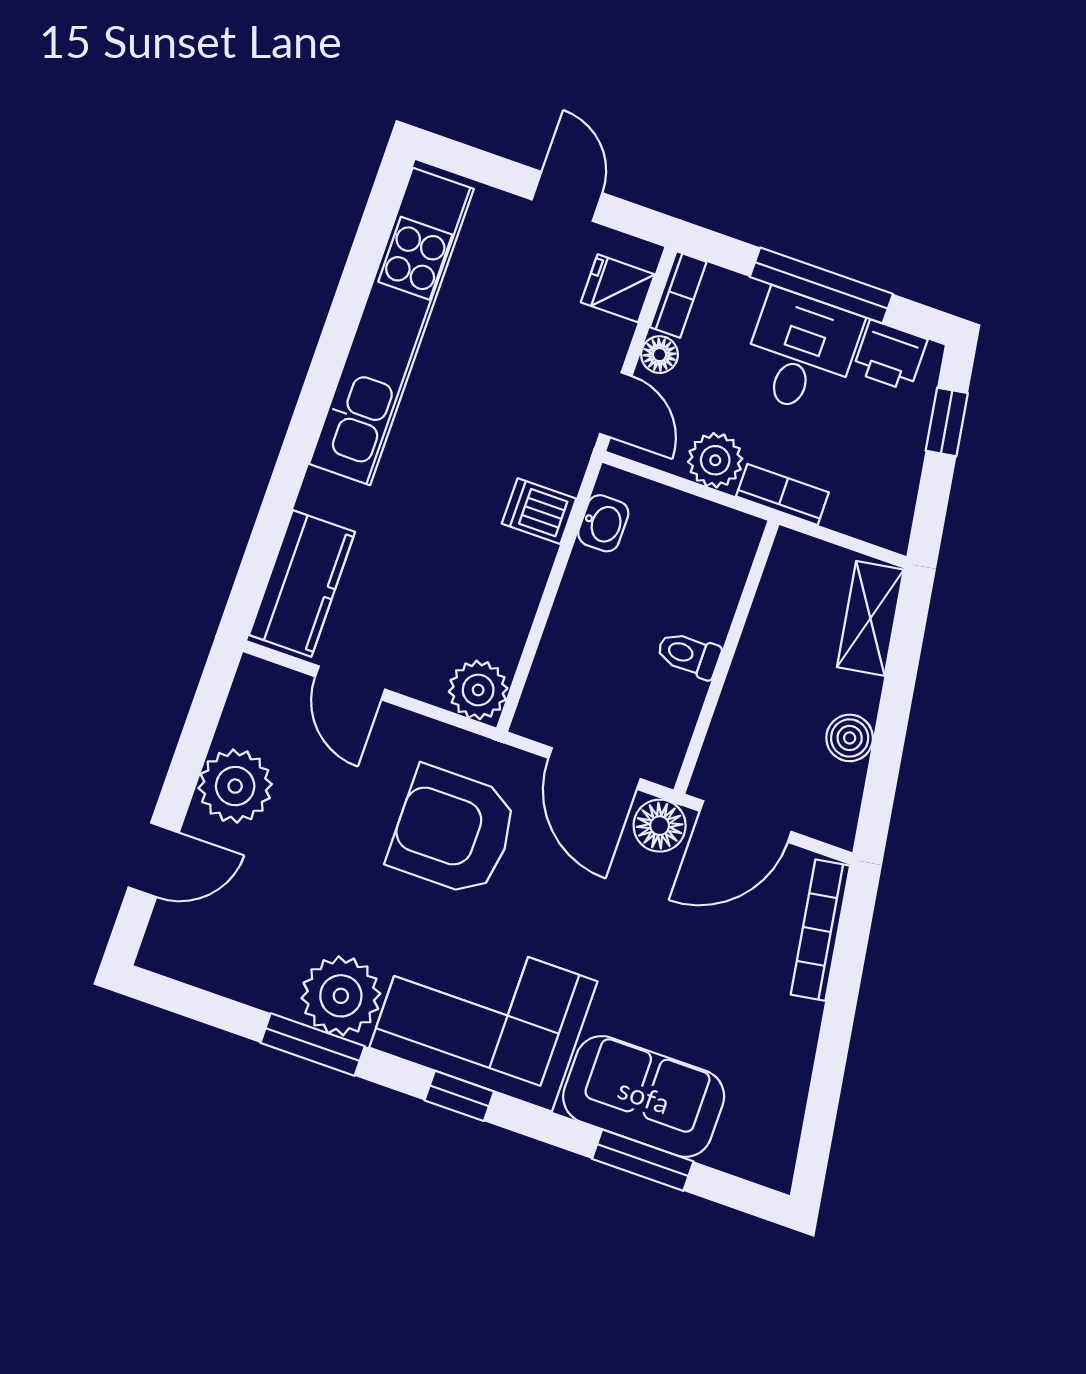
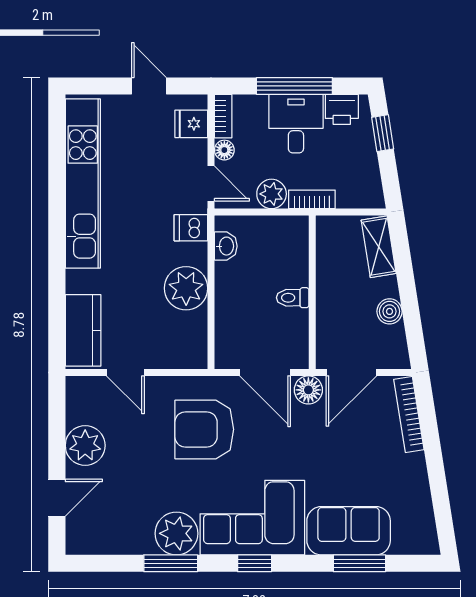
dishwasher: (539, 511) -> (191, 228), moved
plant: (478, 690) -> (186, 288), moved, width x1.36, depth x1.36

